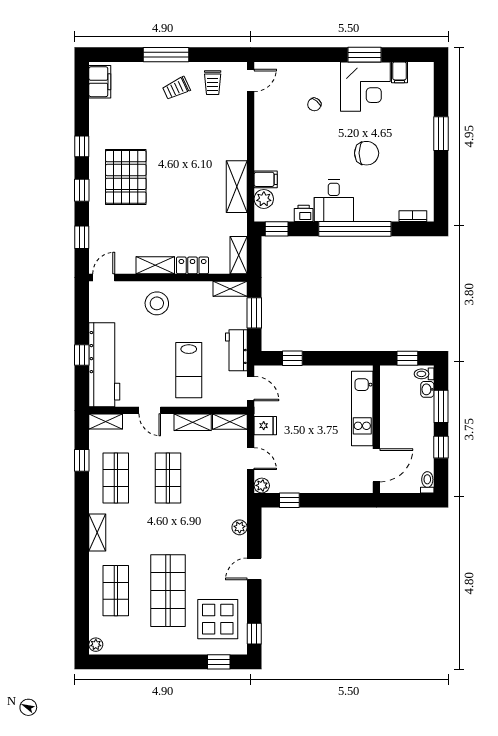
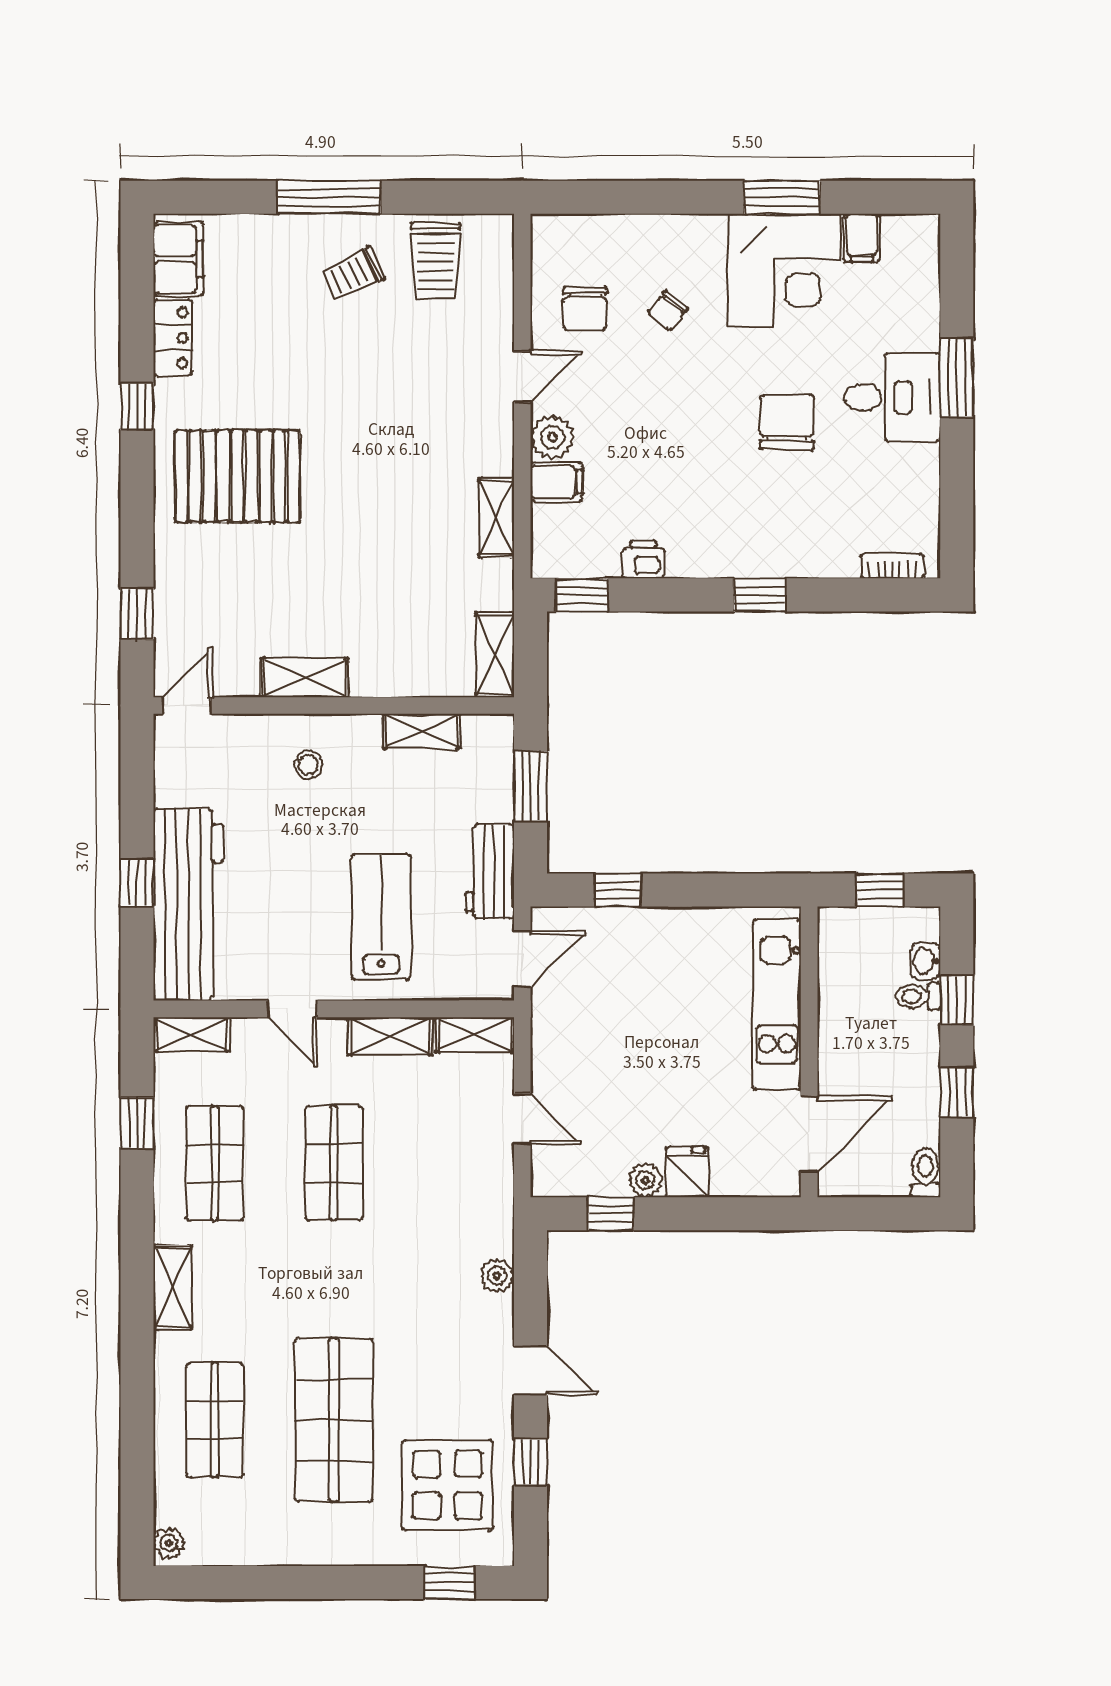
door: (251, 80) -> (522, 377), moved
trolley: (213, 83) -> (436, 261), width x1.36, depth x1.39
chair: (278, 103) -> (585, 308), added
chair: (367, 153) -> (787, 422), turned -90
pallet: (126, 177) -> (237, 476), turned 90
shelving: (237, 187) -> (496, 518), width x0.67, depth x0.75
window: (82, 190) -> (137, 507), removed
plant: (264, 199) -> (552, 437), moved
desk: (334, 201) -> (892, 397), moved, turned -90
window: (355, 229) -> (760, 595), width x0.32
locker: (193, 265) -> (173, 338), moved, turned 90
shelving: (230, 289) -> (422, 731), moved
stool: (157, 303) -> (308, 765), width x0.53, depth x0.53
lab bench: (189, 370) -> (381, 917), turned 180
toilet: (424, 374) -> (918, 996), moved
door: (251, 389) -> (522, 959), hinge flipped
window: (441, 406) -> (957, 1000), width x0.67
fridge: (265, 426) -> (687, 1172), moved, turned -90
plant: (262, 485) -> (645, 1180), moved
door: (254, 569) -> (530, 1370), swing flipped
window: (254, 634) -> (530, 1462), moved

